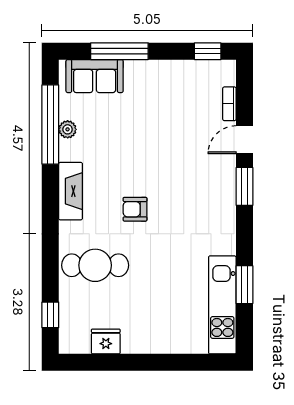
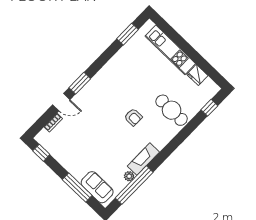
fireplace: (71, 191) -> (143, 159), moved
window: (244, 285) -> (127, 34), moved
kitchen unit: (222, 305) -> (170, 50), moved, turned 90

